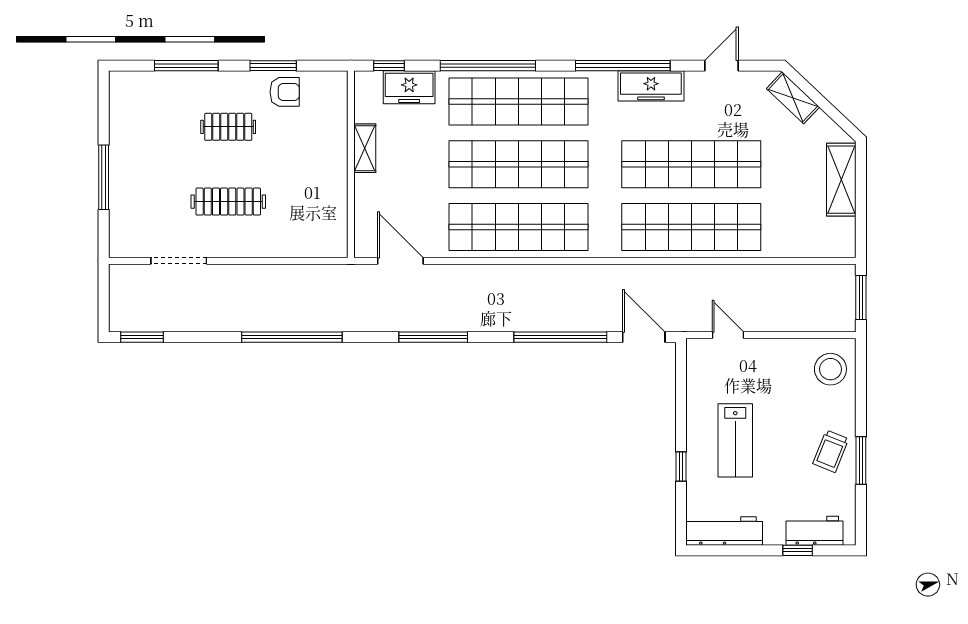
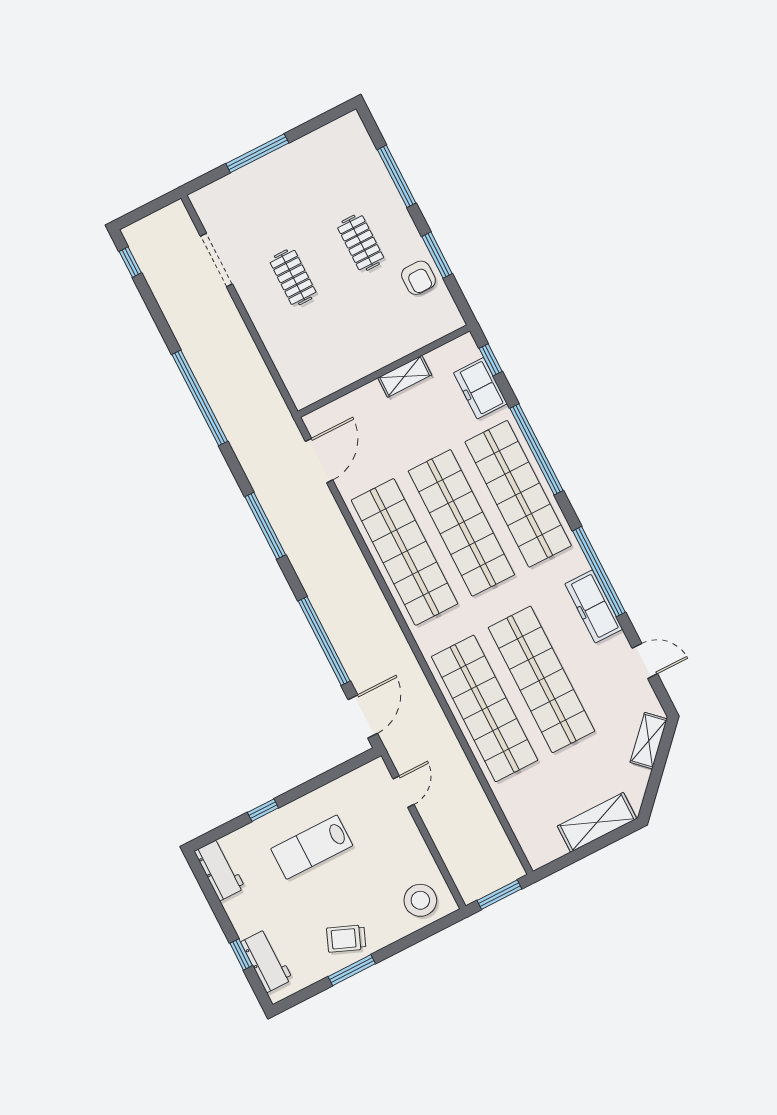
clothes rail: (228, 202) -> (293, 277), width x0.73
window: (142, 337) -> (130, 262), width x0.67
workbench: (724, 531) -> (220, 870), width x0.73

